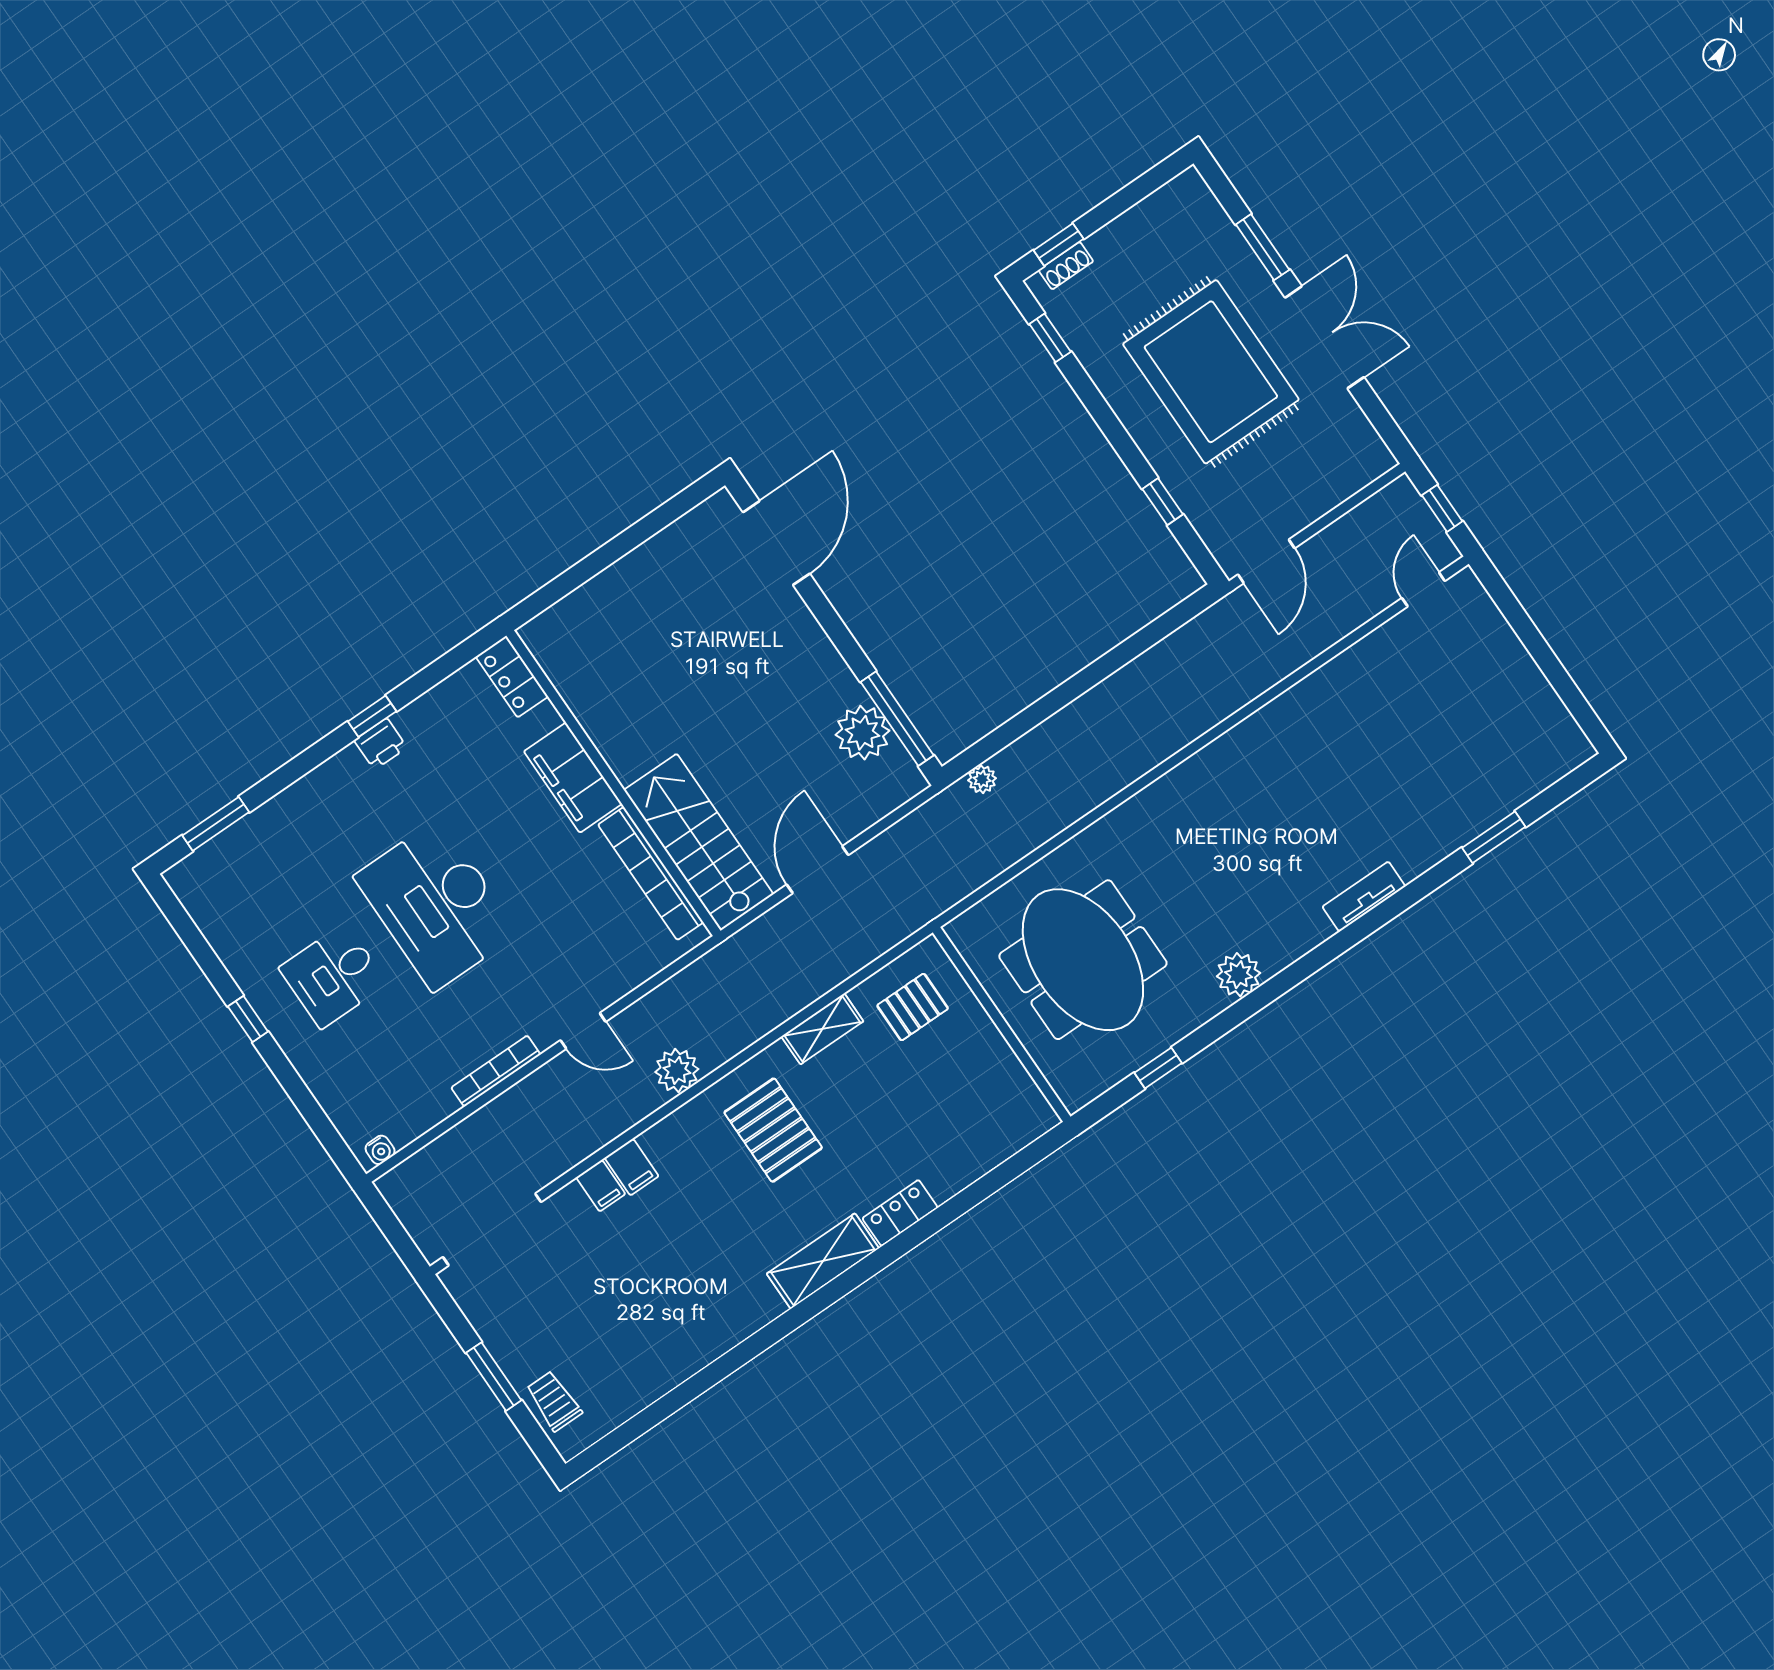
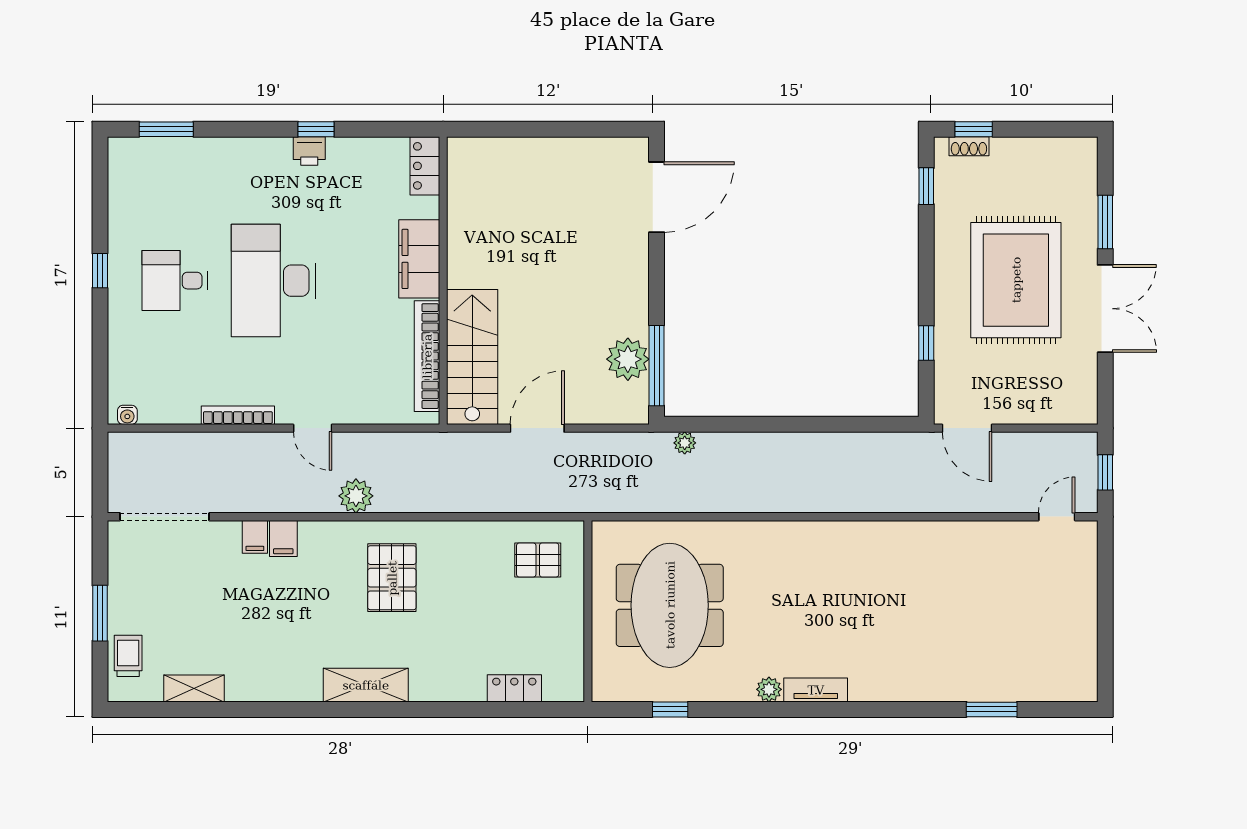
door: (1266, 561) -> (967, 428), hinge flipped
tv unit: (1364, 897) -> (816, 690), moved
plant: (1239, 975) -> (769, 689), width x0.73, depth x0.73
shelving: (822, 1029) -> (194, 689), moved
locker: (900, 1213) -> (514, 688), moved

